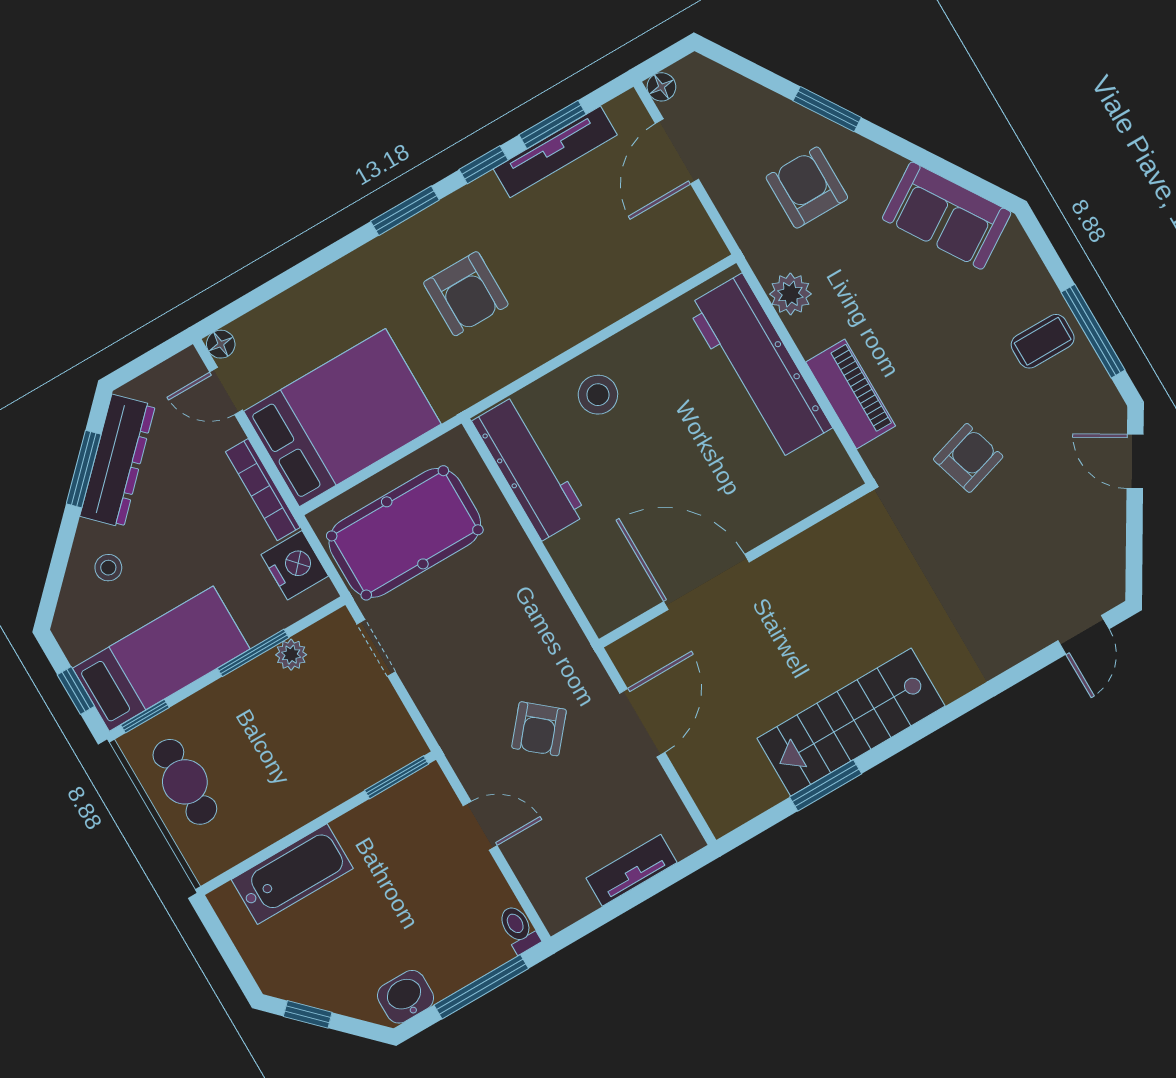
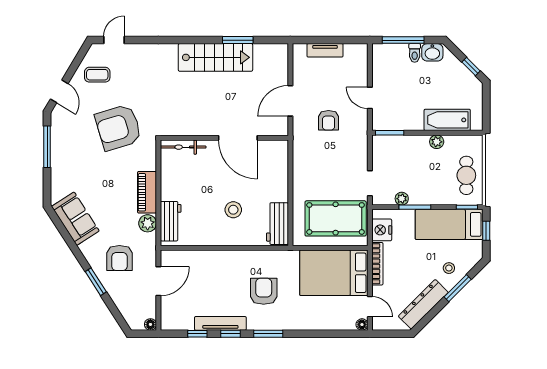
window: (553, 124) -> (197, 334), width x0.67
door: (677, 151) -> (158, 281), moved
tv unit: (555, 152) -> (220, 323), moved
coffee table: (1043, 341) -> (97, 75), moved
workbench: (759, 367) -> (171, 221), width x0.53, depth x0.76
piano: (851, 394) -> (147, 192), moved
stool: (598, 395) -> (233, 210), moved
armchair: (968, 458) -> (118, 127), width x1.88, depth x1.88
workbench: (529, 468) -> (277, 224), width x0.73
window: (84, 469) -> (458, 288), moved
bicycle: (809, 496) -> (183, 147), added
armchair: (539, 729) -> (329, 120), turned 140
plant: (288, 816) -> (437, 142), added
toilet: (518, 929) -> (415, 53), moved

